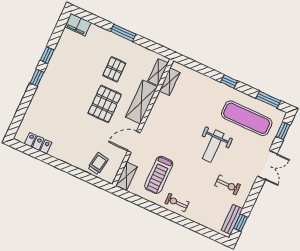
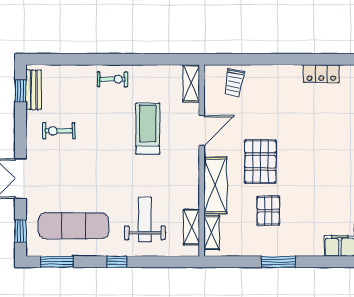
weight bench: (213, 146) -> (145, 220), moved
treadmill: (159, 175) -> (148, 129), moved

